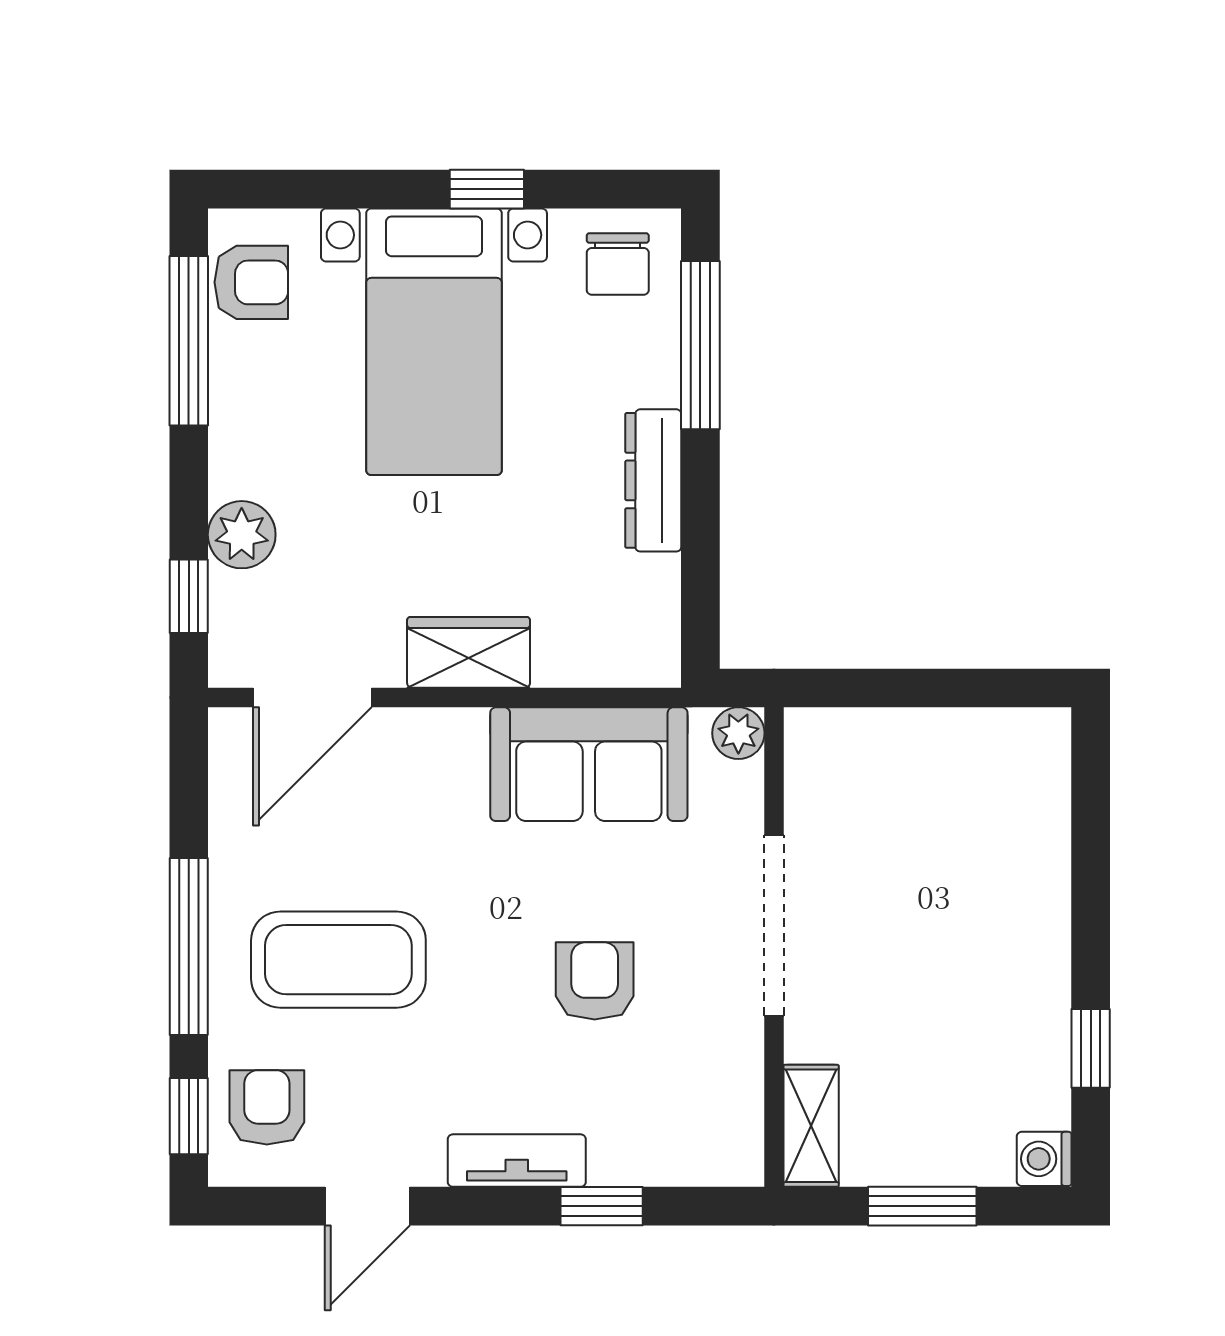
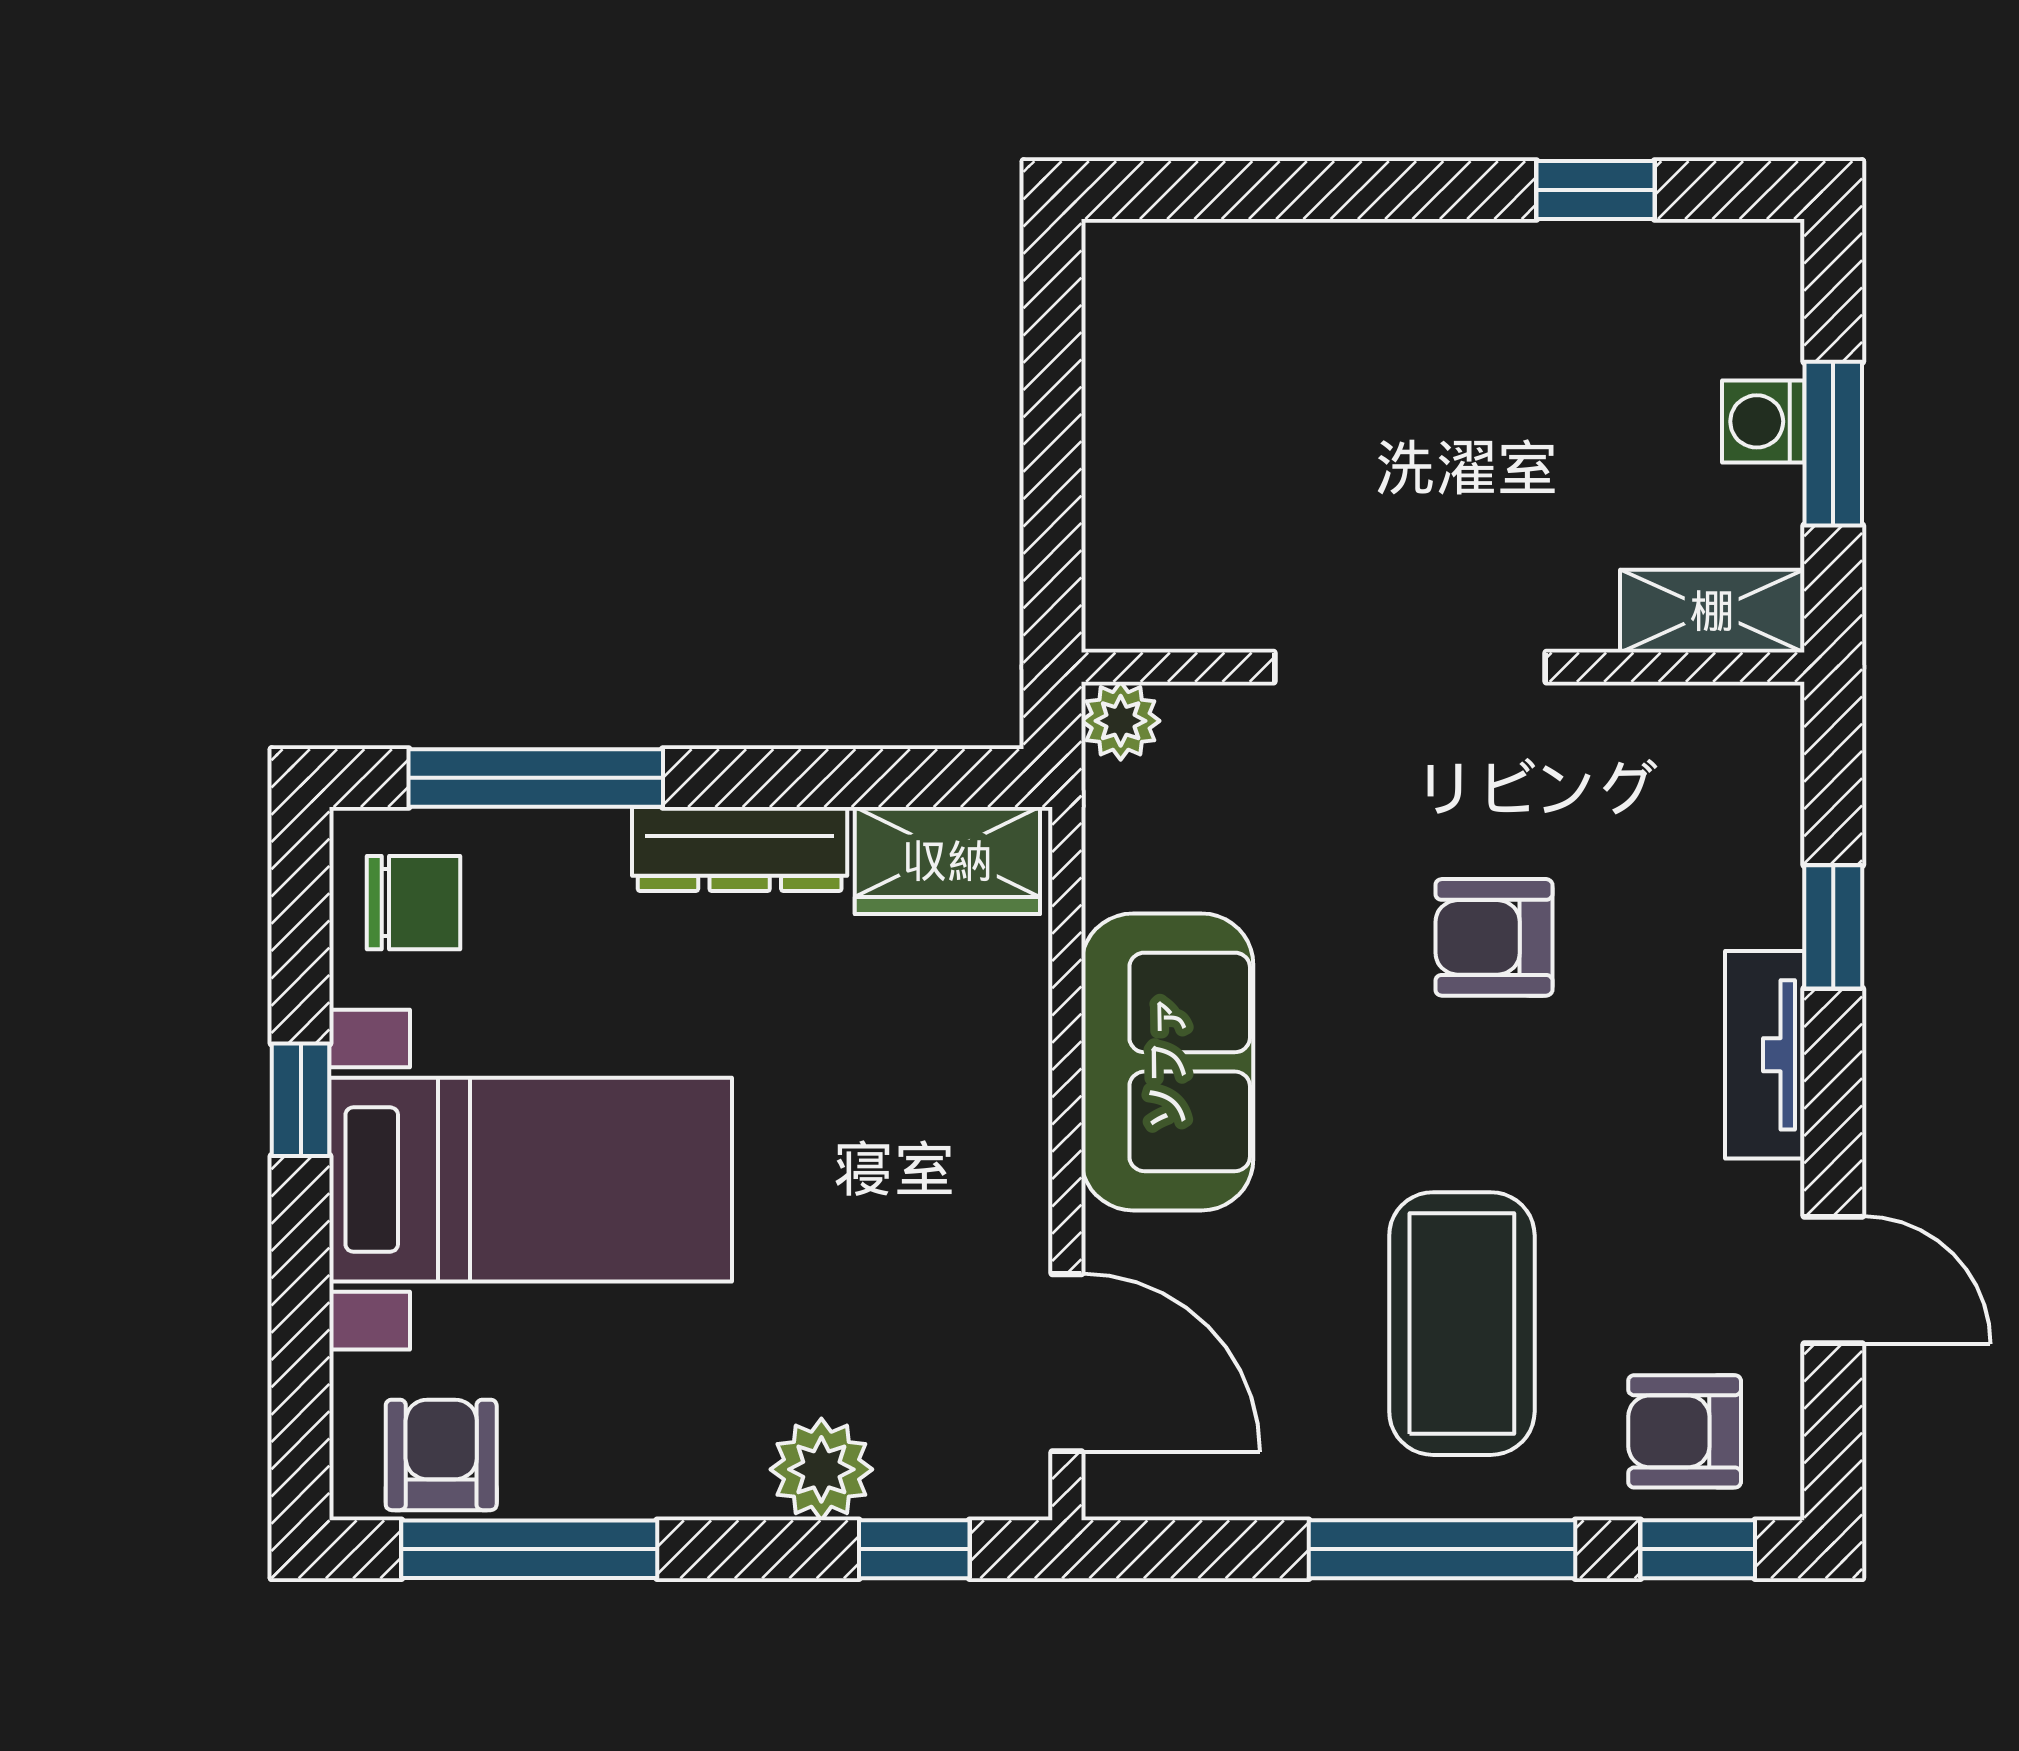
wardrobe: (469, 652) -> (947, 861), moved, turned -90
sofa: (589, 764) -> (1167, 1062), moved
washing machine: (1044, 1159) -> (1763, 421), moved, turned 90

